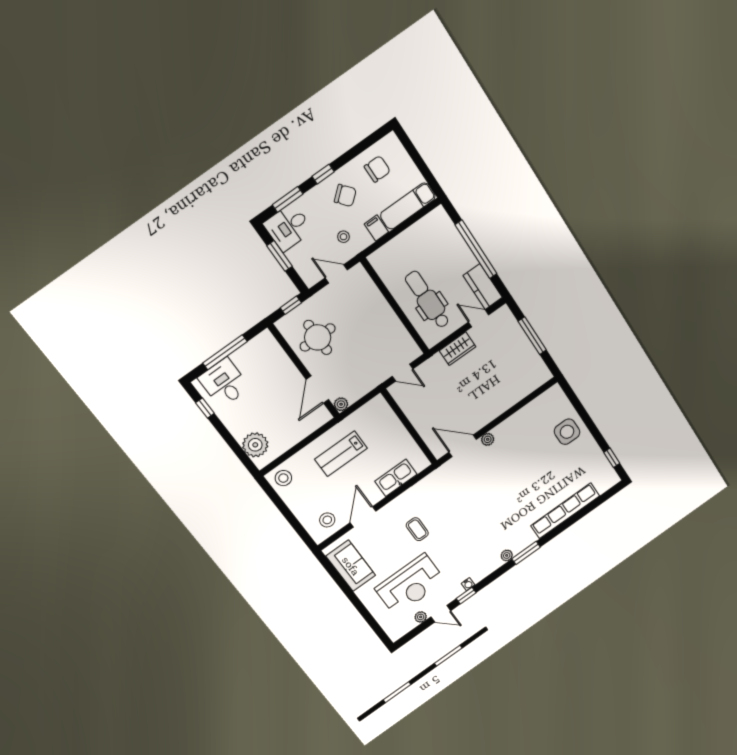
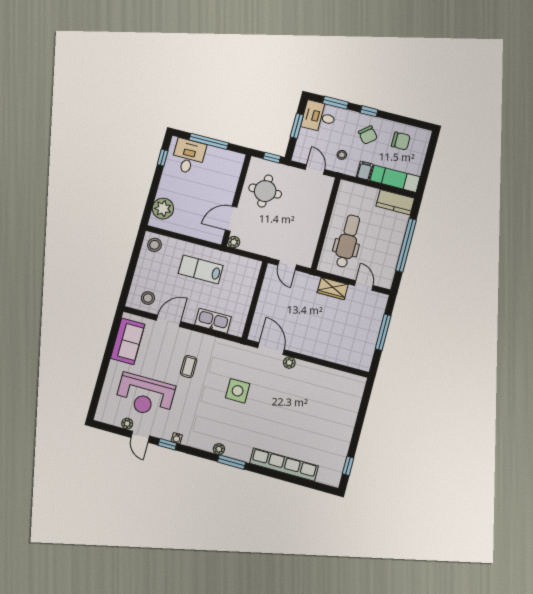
kitchen counter: (483, 287) -> (395, 202), moved, turned -90
side table: (567, 432) -> (238, 391), moved

